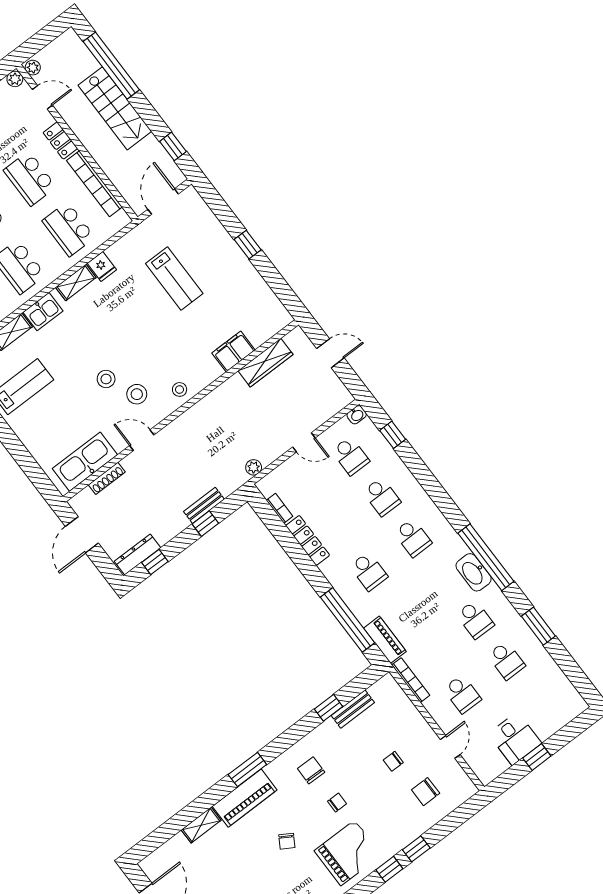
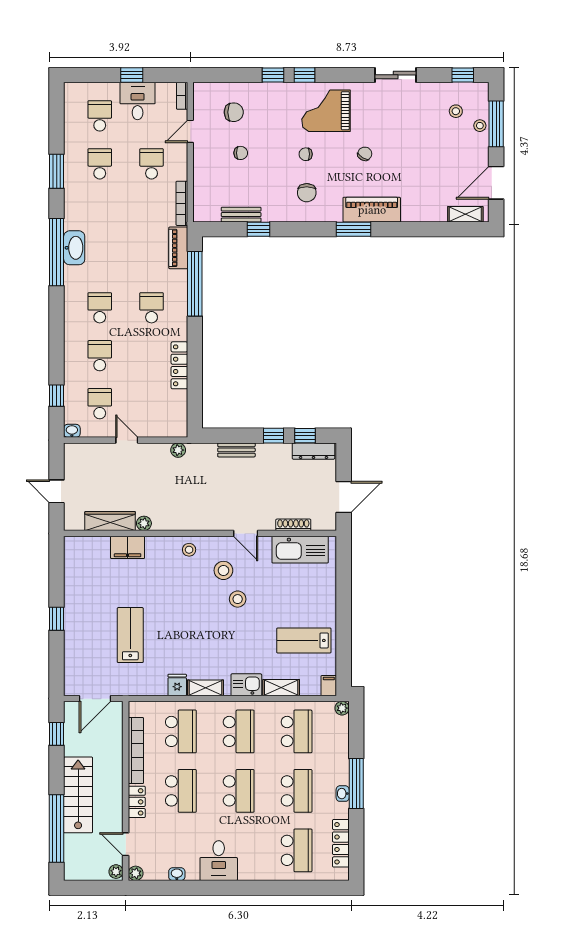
plant: (235, 383) -> (144, 523), added
bookcase: (279, 508) -> (182, 96), moved
window: (205, 524) -> (274, 436), moved
school desk: (475, 620) -> (100, 116), moved
shelving: (201, 825) -> (465, 214), moved

